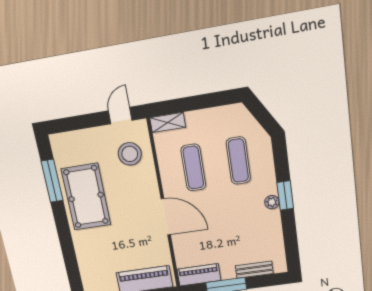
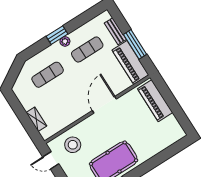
shelving: (168, 122) -> (36, 119), moved
exercise mat: (193, 168) -> (87, 50), moved
piano: (199, 275) -> (130, 62), width x1.37, depth x1.33

